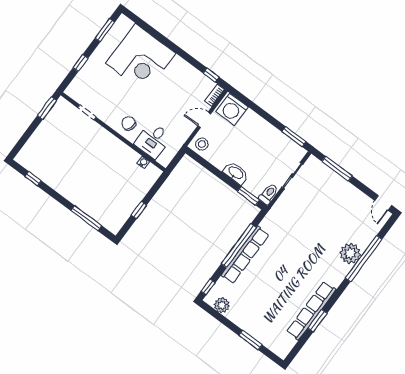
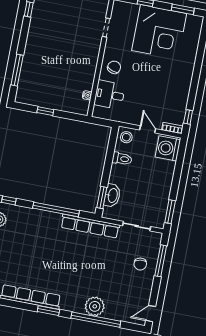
corner desk: (141, 58) -> (159, 32), moved, turned -90
washbasin: (236, 173) -> (112, 195), moved
chair: (331, 190) -> (140, 264), added
toilet: (269, 194) -> (122, 159), moved
row of seats: (245, 255) -> (90, 226), moved
window: (317, 321) -> (48, 311), moved

